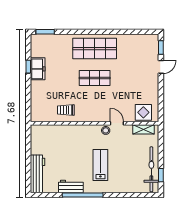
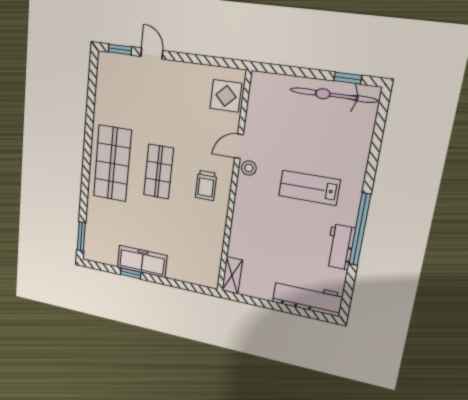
freezer: (38, 69) -> (142, 261), width x1.40
trolley: (66, 110) -> (206, 185), moved
shelving: (143, 129) -> (232, 275), moved

